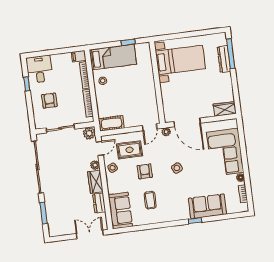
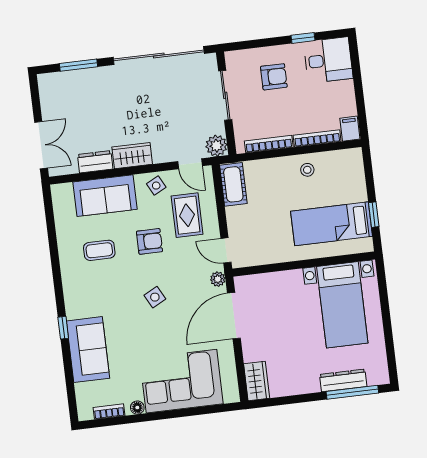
bed: (113, 57) -> (332, 224), moved, turned 90
plant: (95, 165) -> (161, 155), removed
sofa: (120, 211) -> (105, 196), moved

